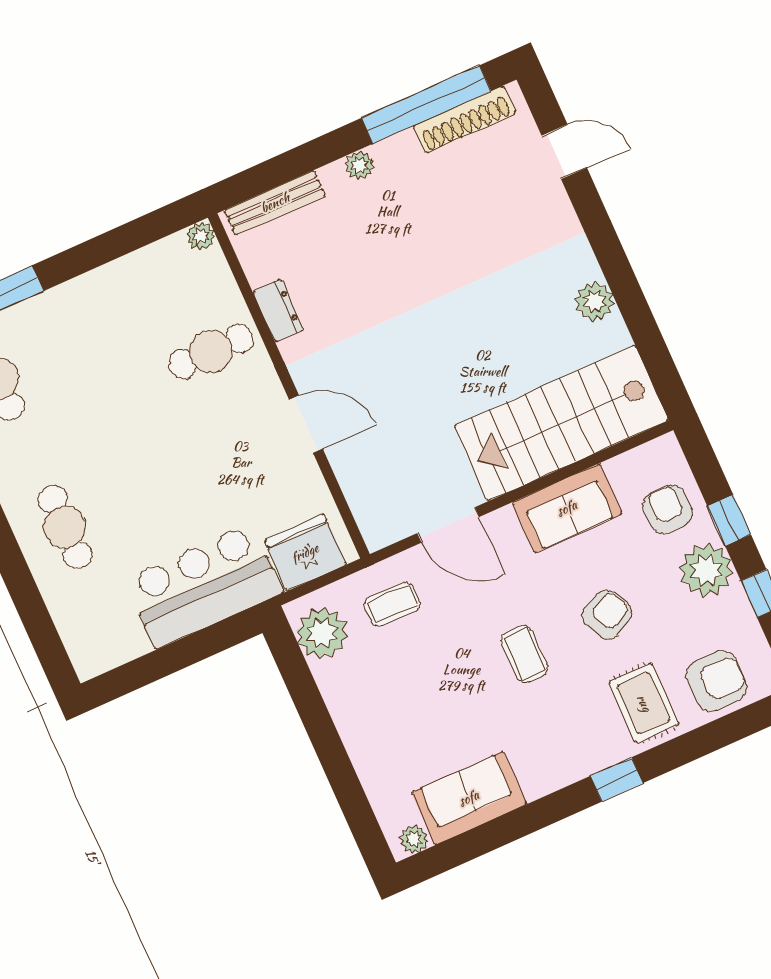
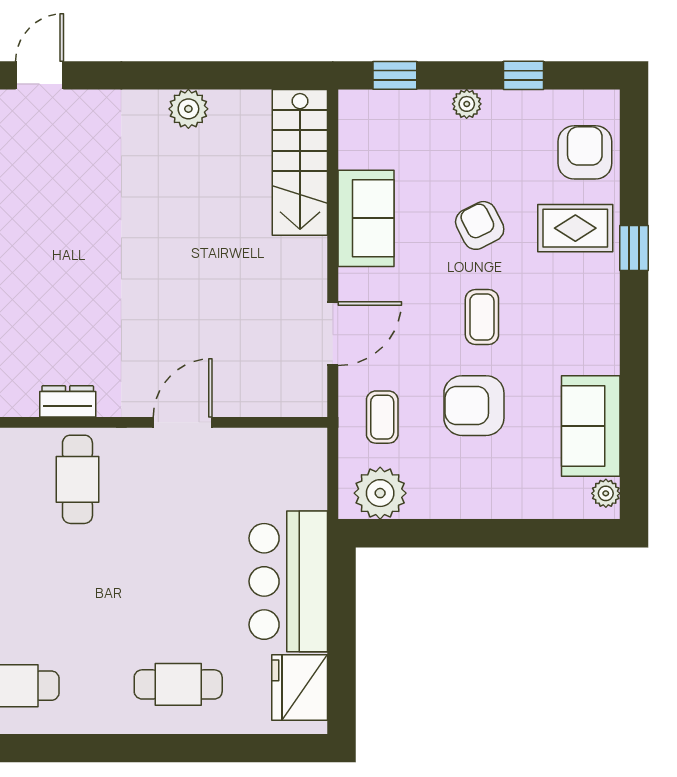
stairs: (561, 423) -> (300, 162), width x0.73, depth x0.66
armchair: (668, 509) -> (474, 406), moved, width x1.38, depth x1.38
window: (729, 520) -> (395, 75), moved
fridge: (305, 553) -> (300, 688), moved
plant: (706, 570) -> (467, 104), width x0.53, depth x0.53
coffee table: (524, 654) -> (482, 317), turned 90
window: (617, 780) -> (634, 248), moved

